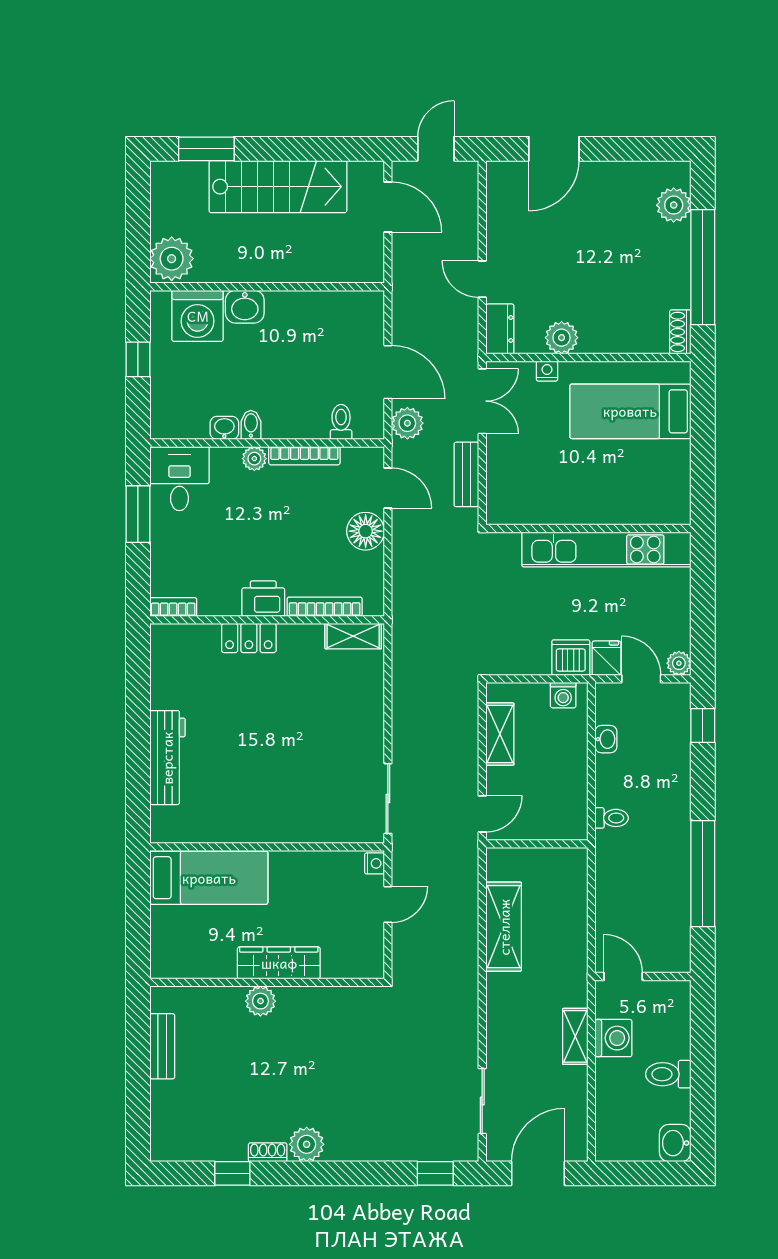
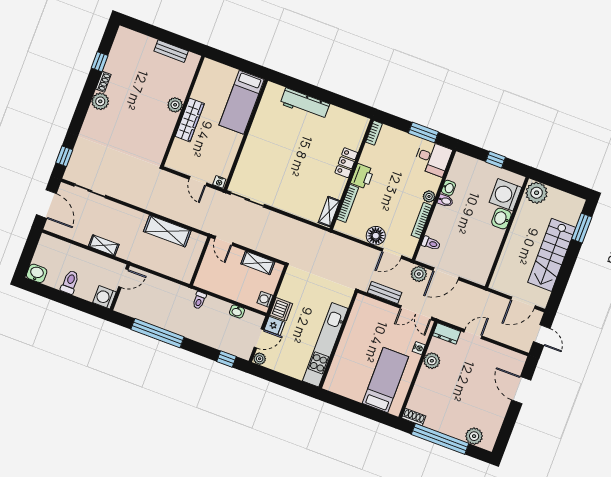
washing machine: (613, 1038) -> (104, 297), moved, turned 90

